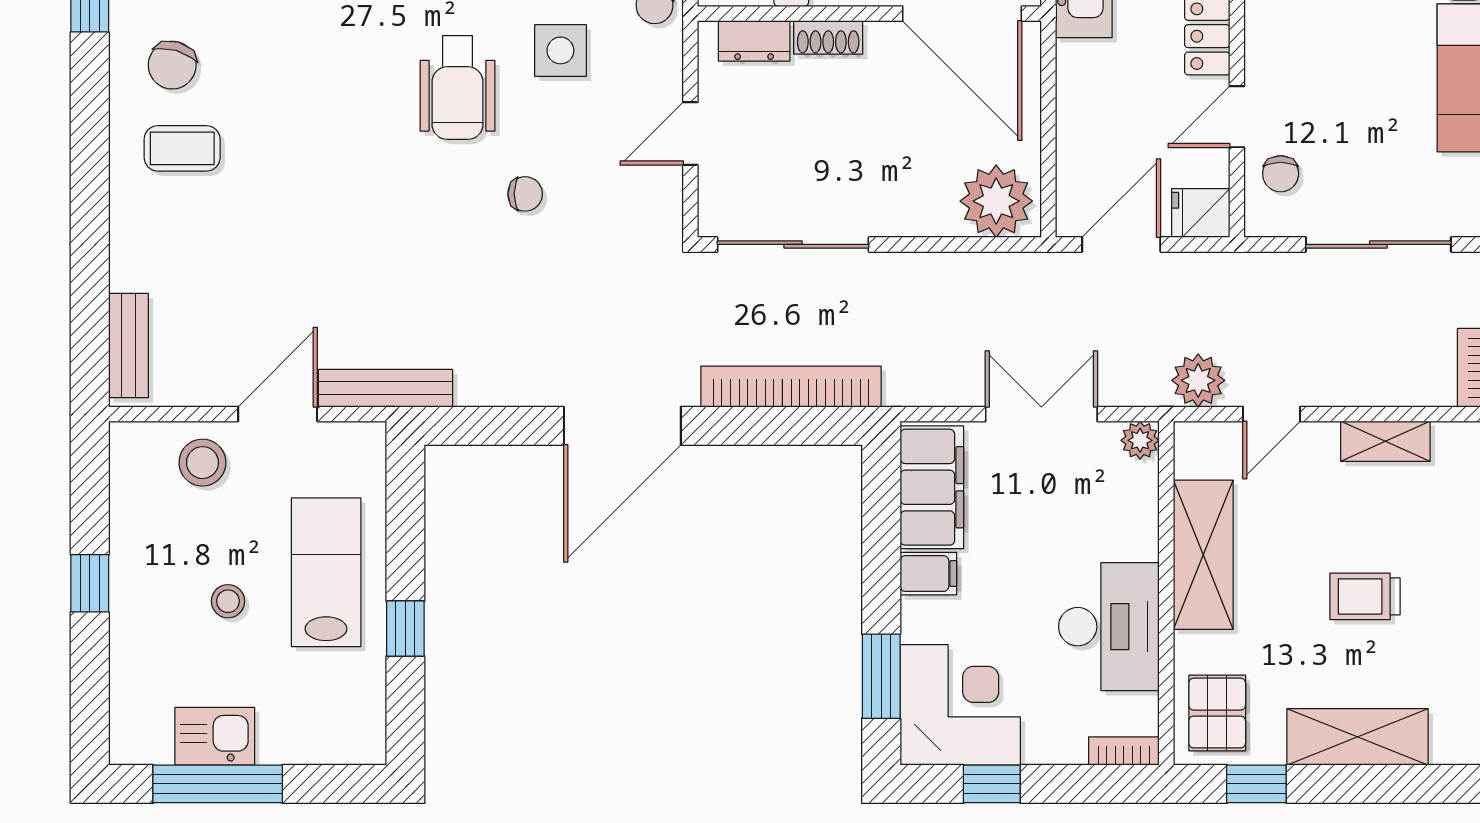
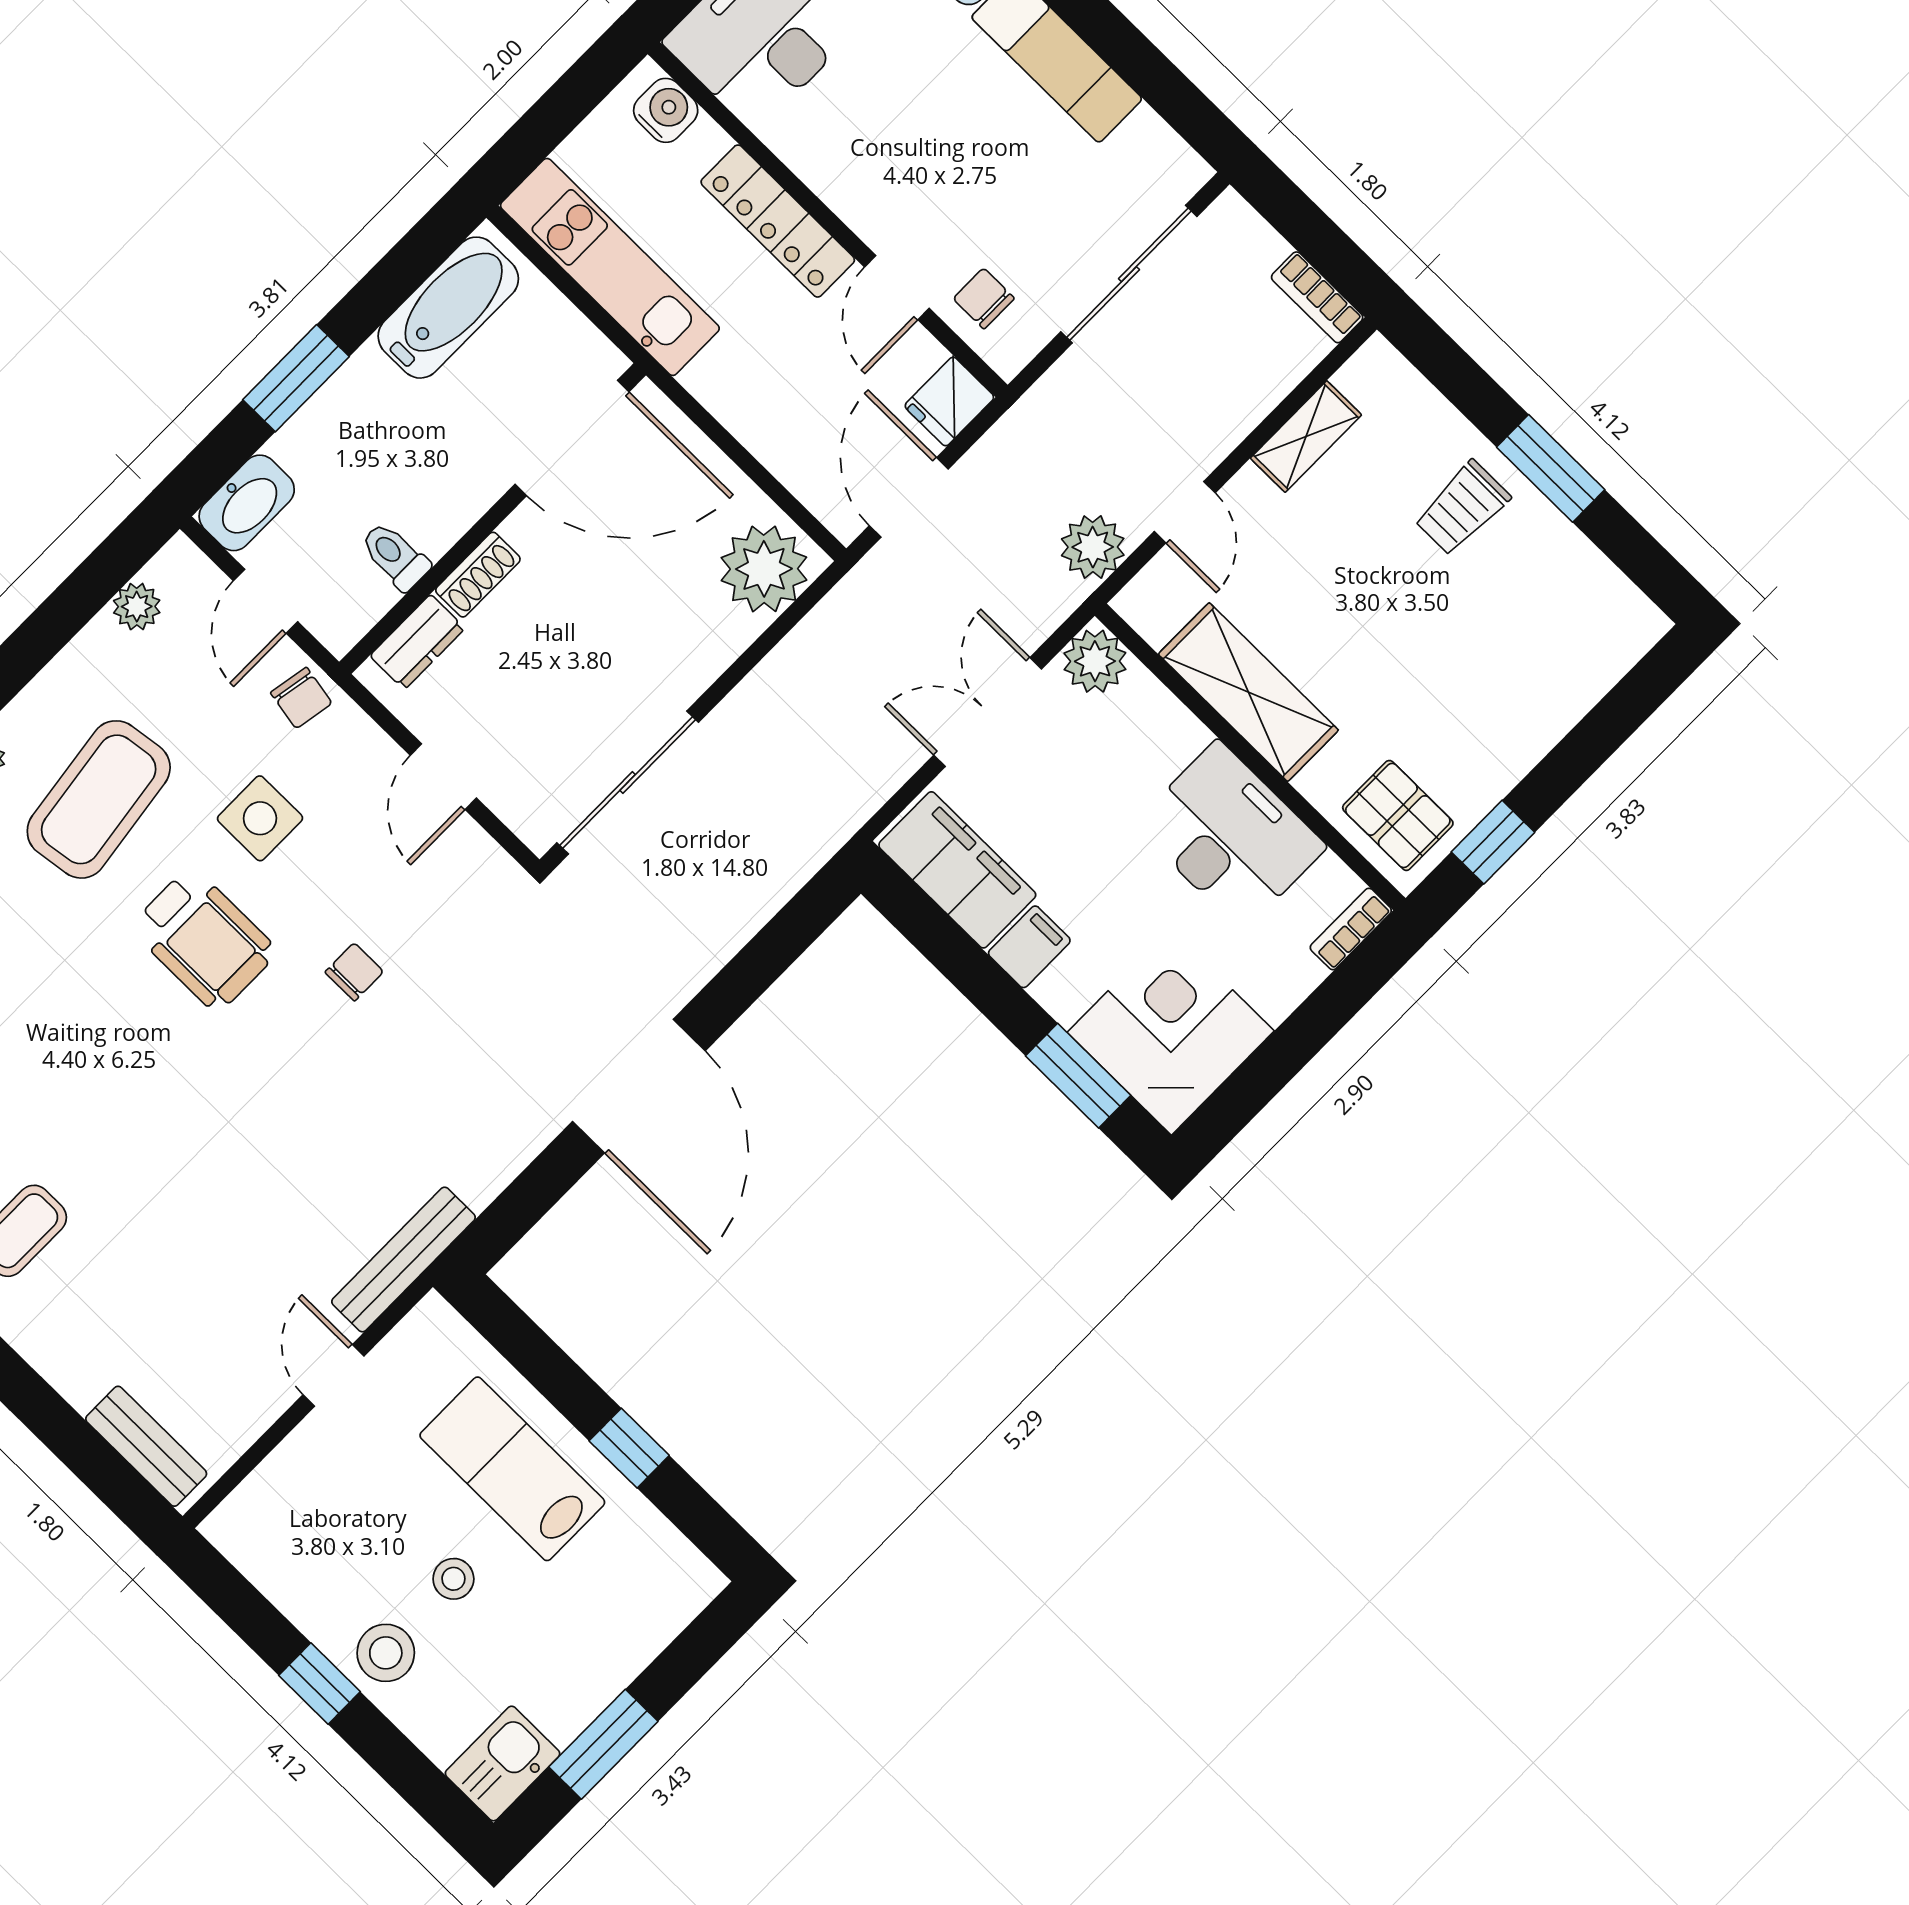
chair: (1281, 174) -> (984, 298), turned 180
bookcase: (791, 387) -> (749, 906), removed
door: (278, 414) -> (334, 1375), width x0.73
plant: (1140, 440) -> (1095, 661), width x1.38, depth x1.38
stool: (202, 463) -> (386, 1653), moved
trolley: (1365, 596) -> (1462, 508), moved
kitchen sink: (215, 736) -> (503, 1763), moved
shelving: (1358, 737) -> (1539, 714), removed
window: (218, 784) -> (603, 1744), width x0.69
window: (992, 784) -> (1266, 1072), removed

